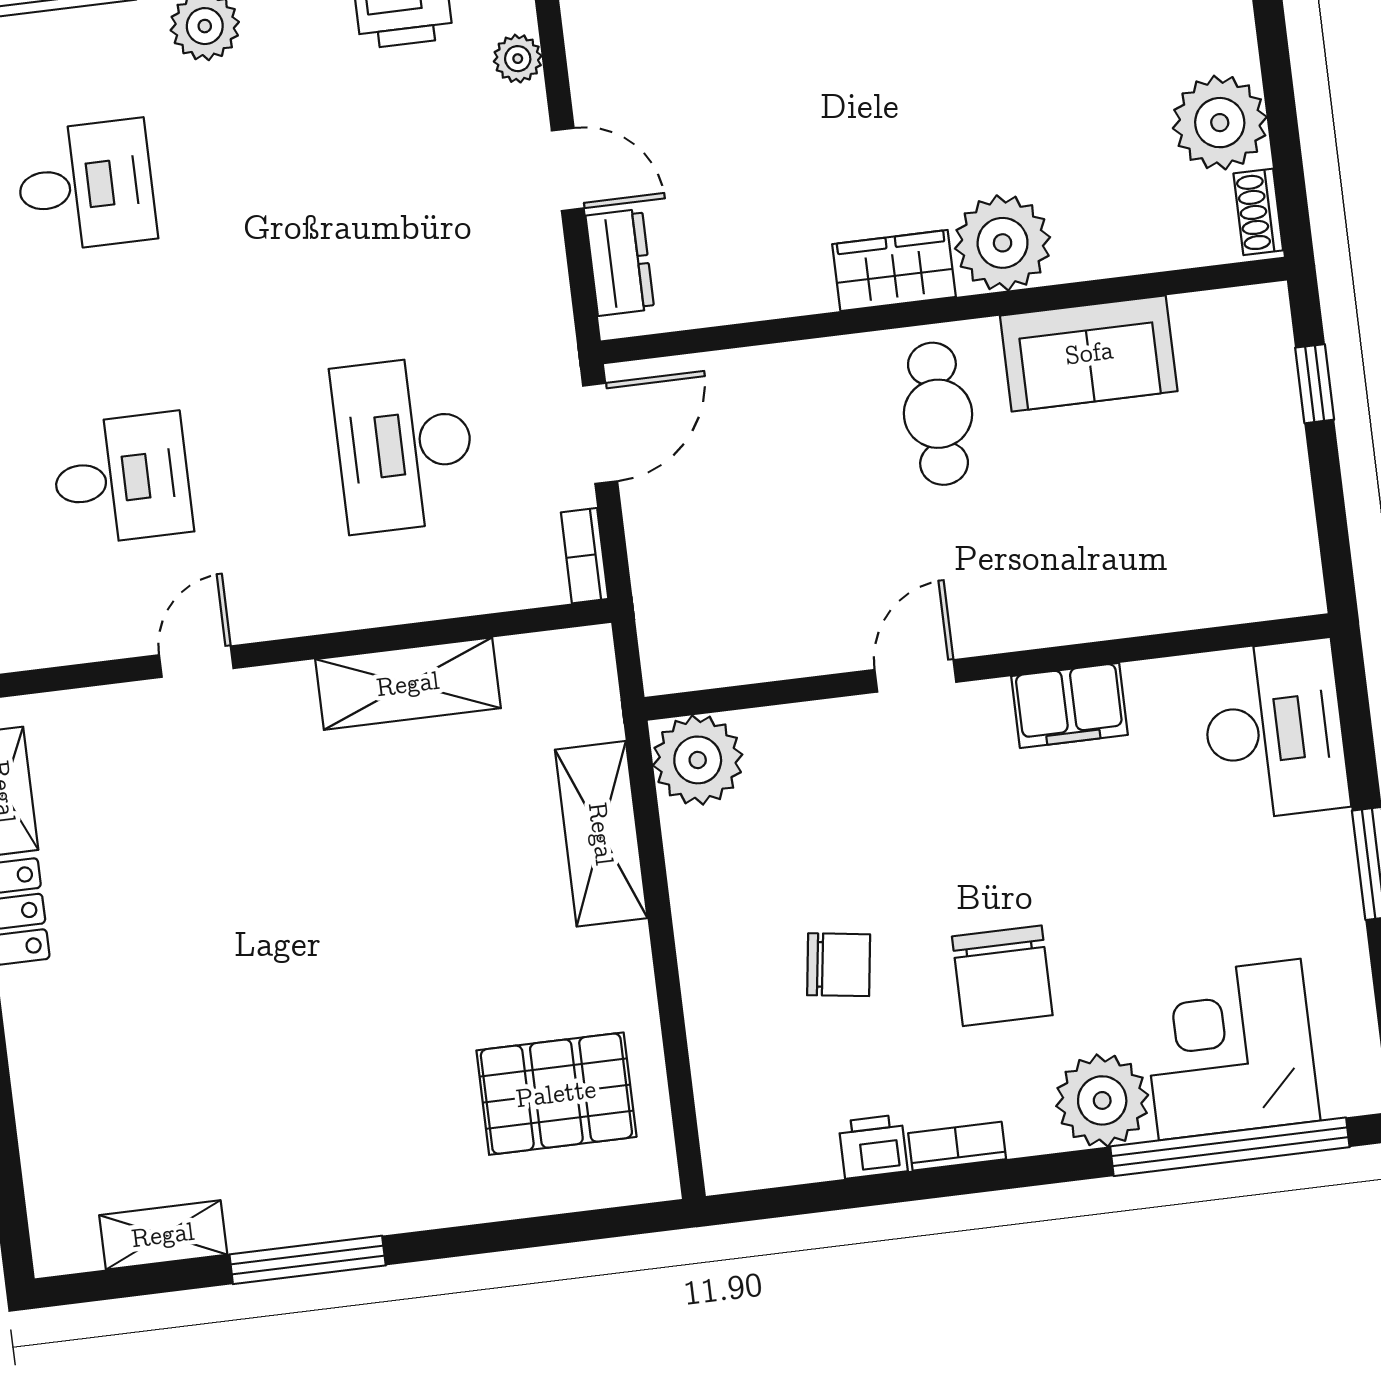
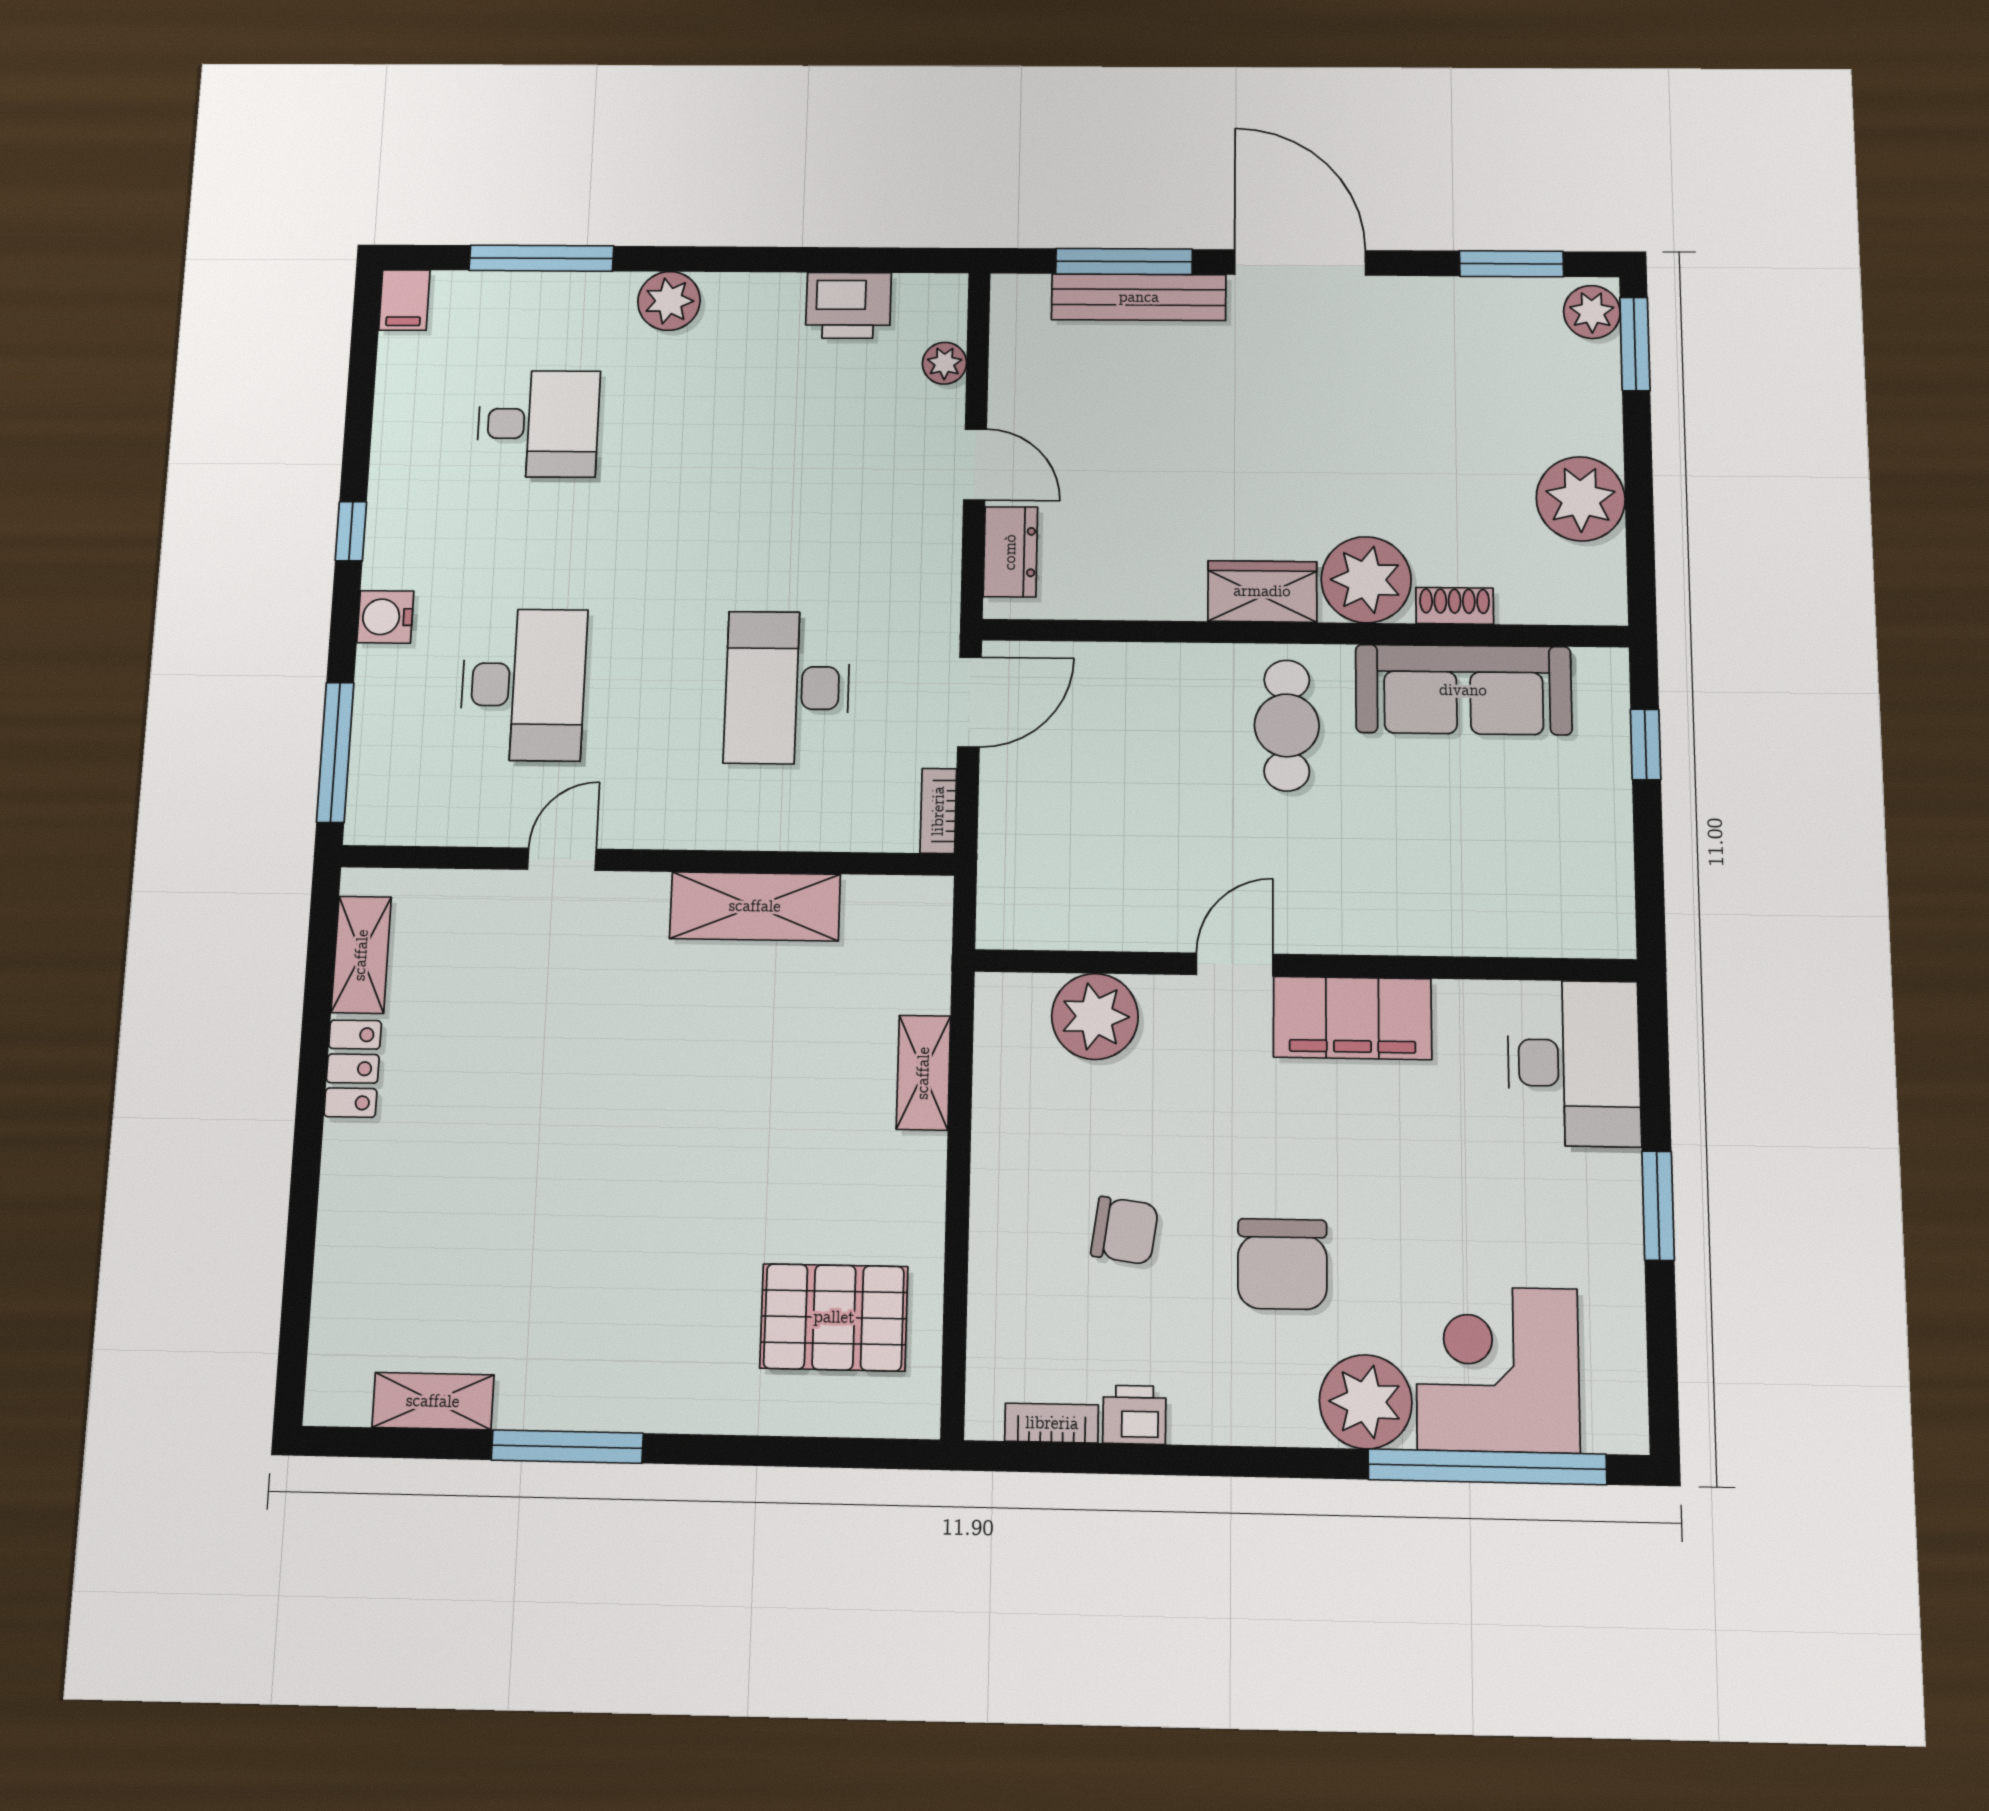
shoe rack: (1258, 212) -> (1455, 606), moved, turned 90
sofa: (1089, 353) -> (1463, 690), width x1.36
desk: (122, 479) -> (523, 685), width x1.37
filing cabinet: (1069, 705) -> (1352, 1018), width x1.50, depth x1.17
plant: (698, 760) -> (1095, 1016), moved
shelving: (601, 834) -> (923, 1073), width x0.67, depth x0.75
bookcase: (957, 1146) -> (1052, 1423), moved

